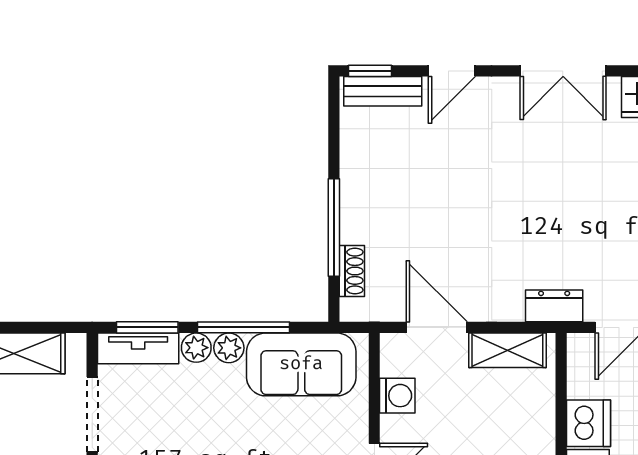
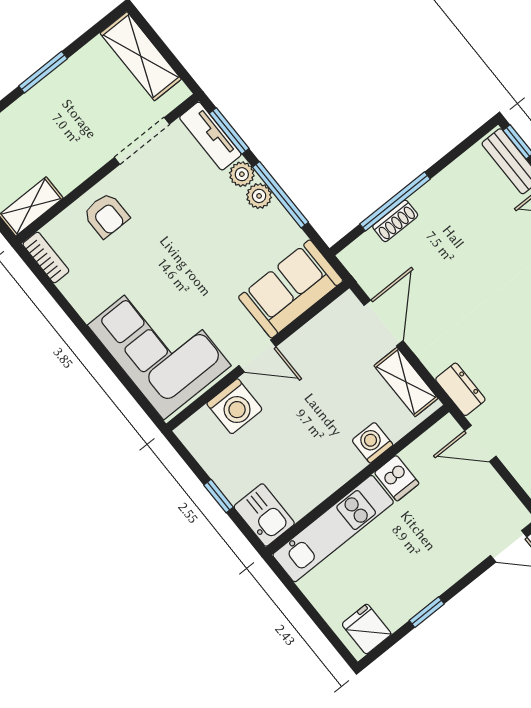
shoe rack: (352, 271) -> (395, 221), moved
sofa: (301, 364) -> (291, 289), moved, turned 90
washing machine: (397, 396) -> (372, 443), moved, turned 180
dishwasher: (588, 423) -> (397, 478), width x0.73

